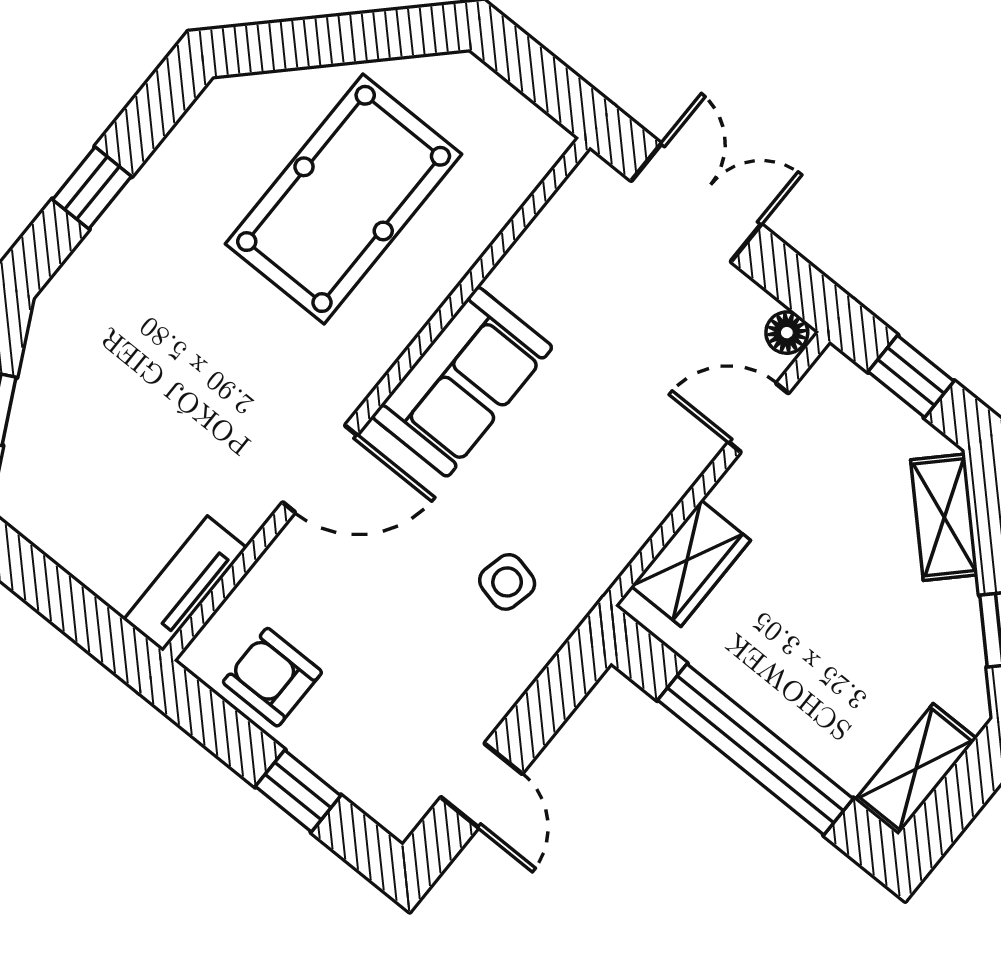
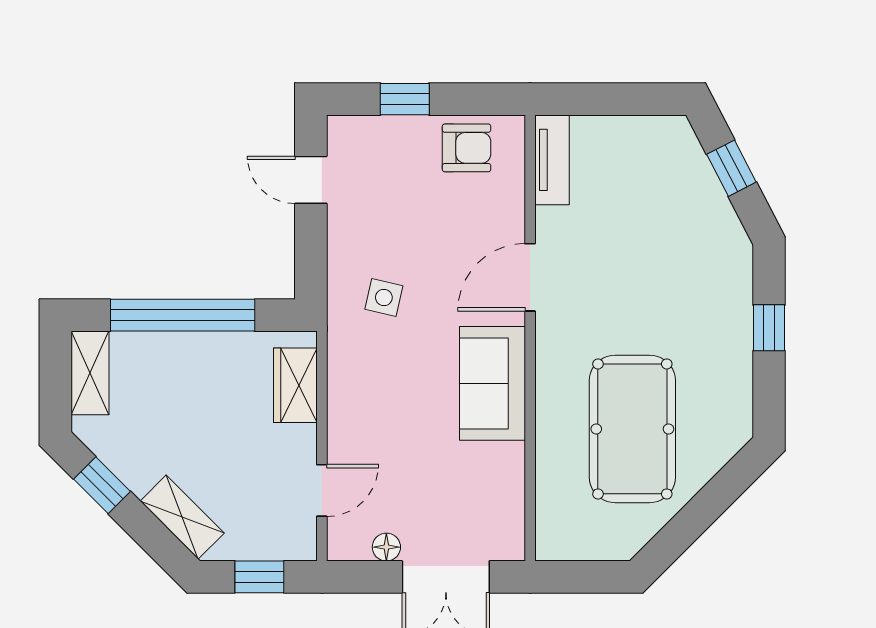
floor lamp: (787, 333) -> (386, 547), moved

